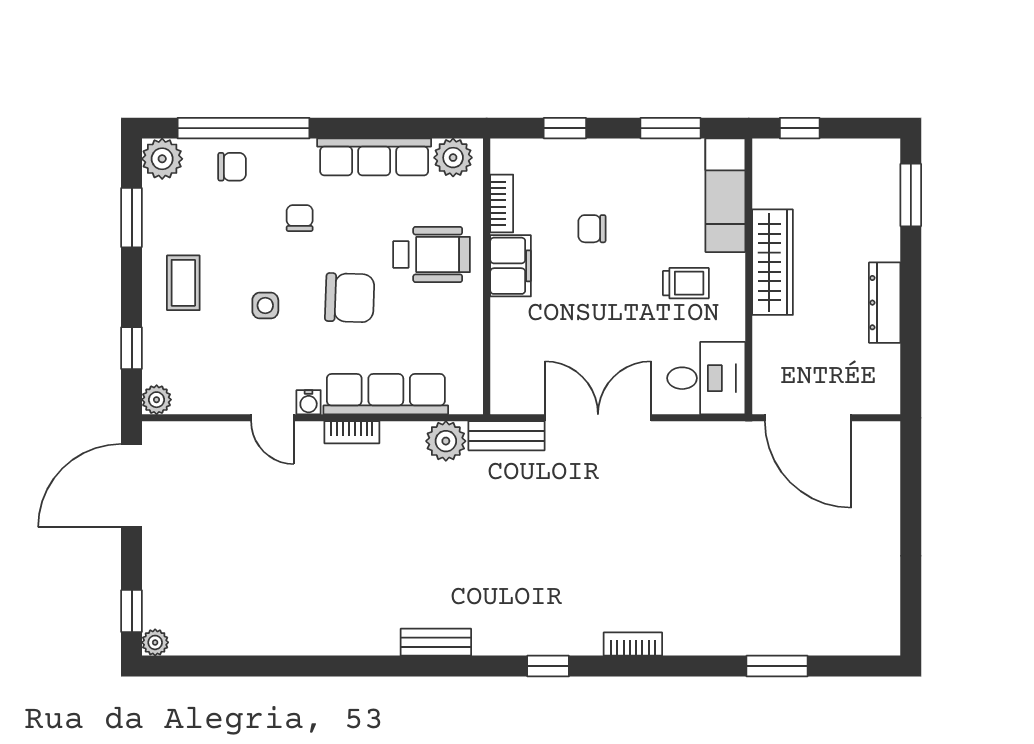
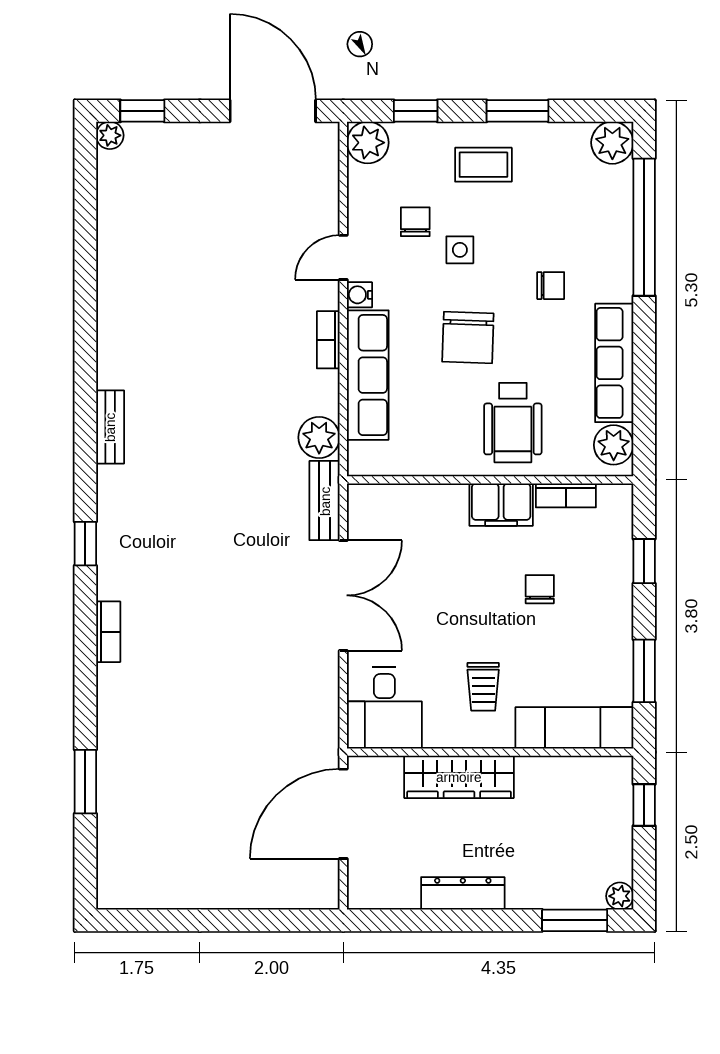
plant: (887, 152) -> (620, 896), added
chair: (232, 167) -> (415, 222), moved, turned 180
window: (132, 218) -> (517, 111), moved
wardrobe: (773, 262) -> (459, 777), moved
plant: (157, 400) -> (368, 143), width x1.38, depth x1.38

